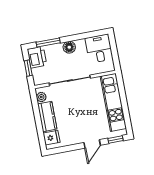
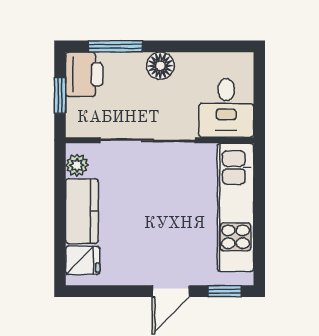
desk: (99, 49) -> (226, 108), moved, turned 180

